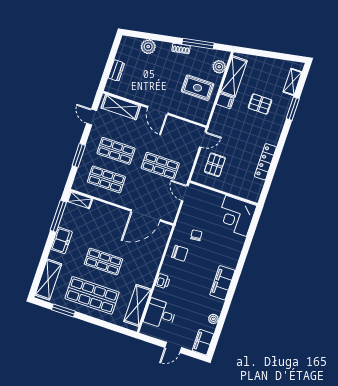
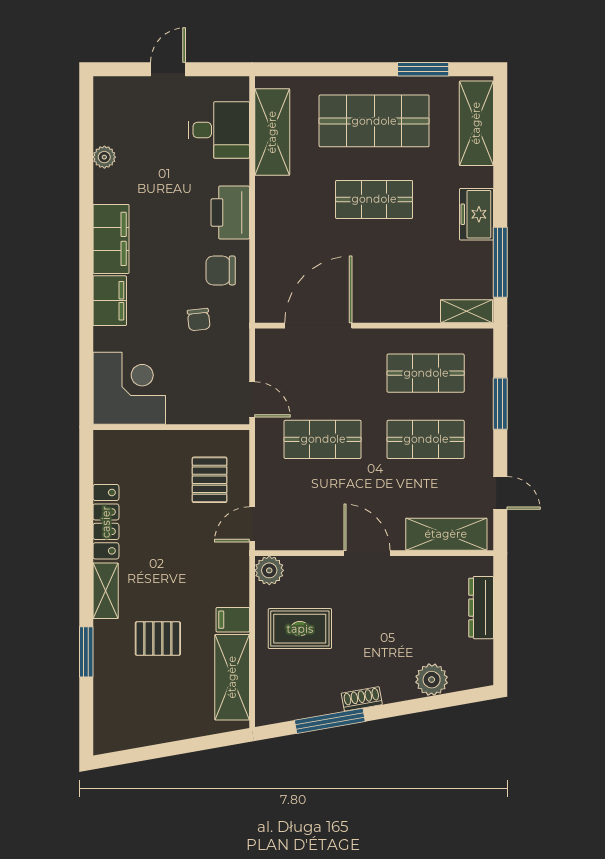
plant: (219, 67) -> (269, 570), moved
dresser: (116, 70) -> (481, 608), width x1.44
shelving: (292, 82) -> (106, 591), moved
printer: (163, 281) -> (230, 212), width x1.87, depth x1.48
filing cabinet: (203, 342) -> (110, 301), moved

